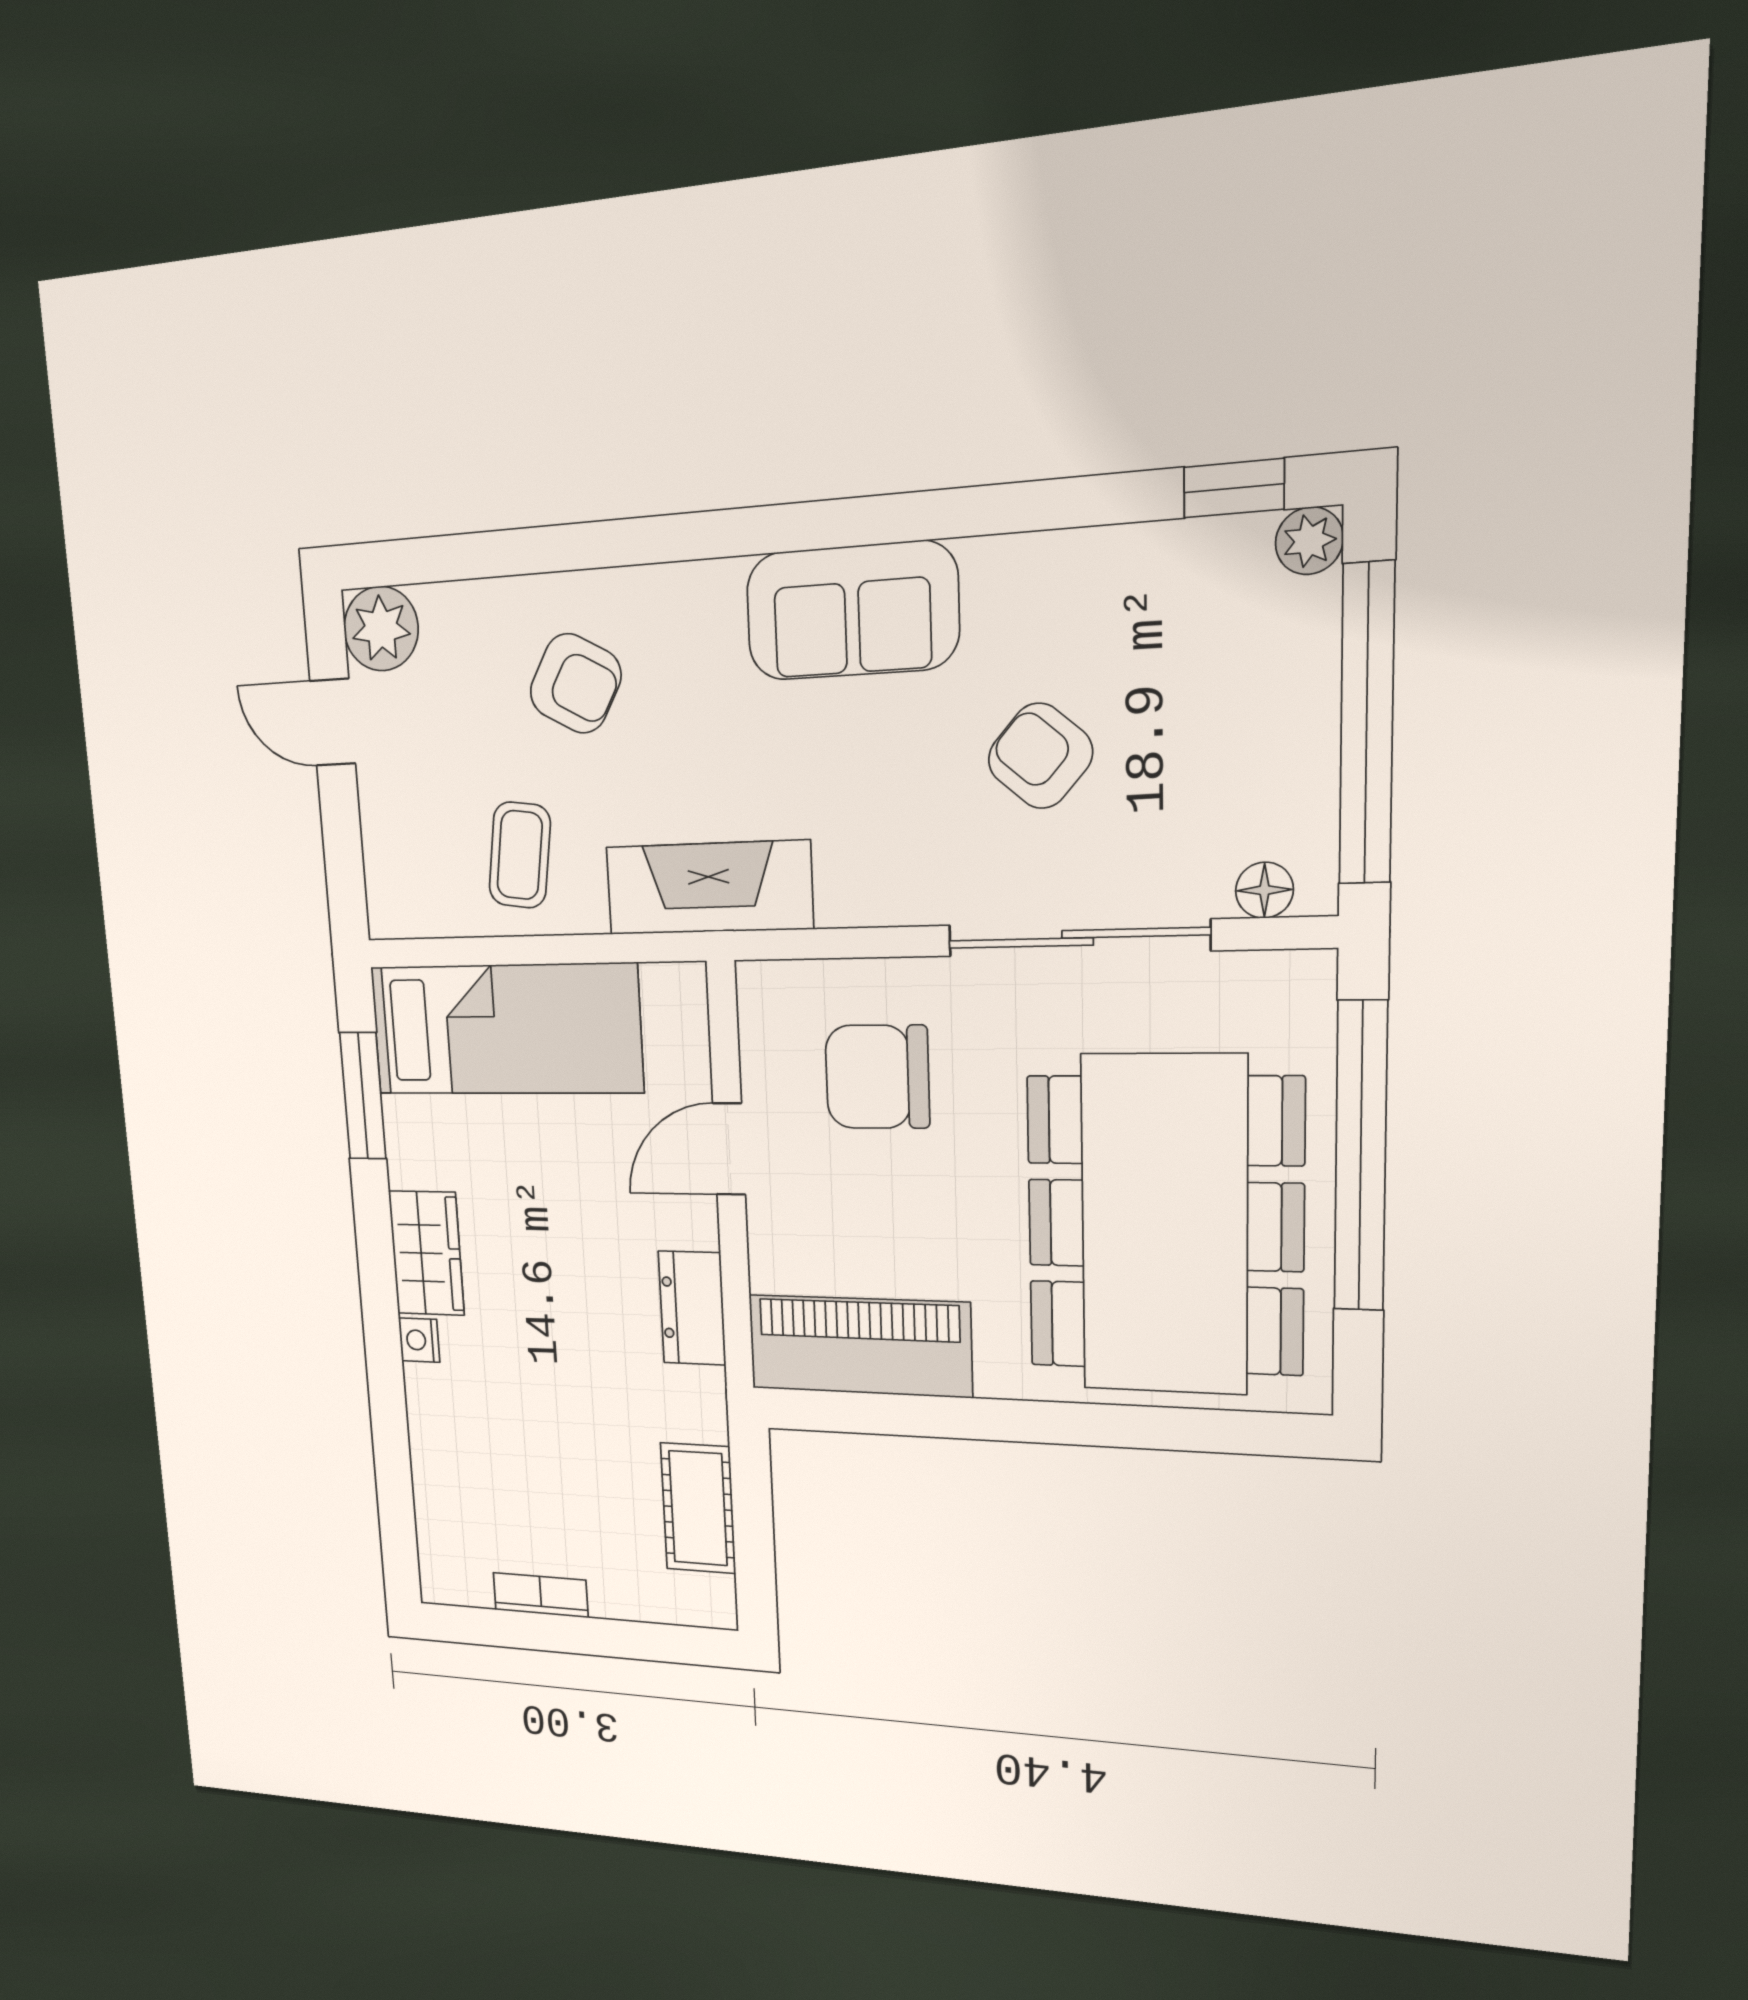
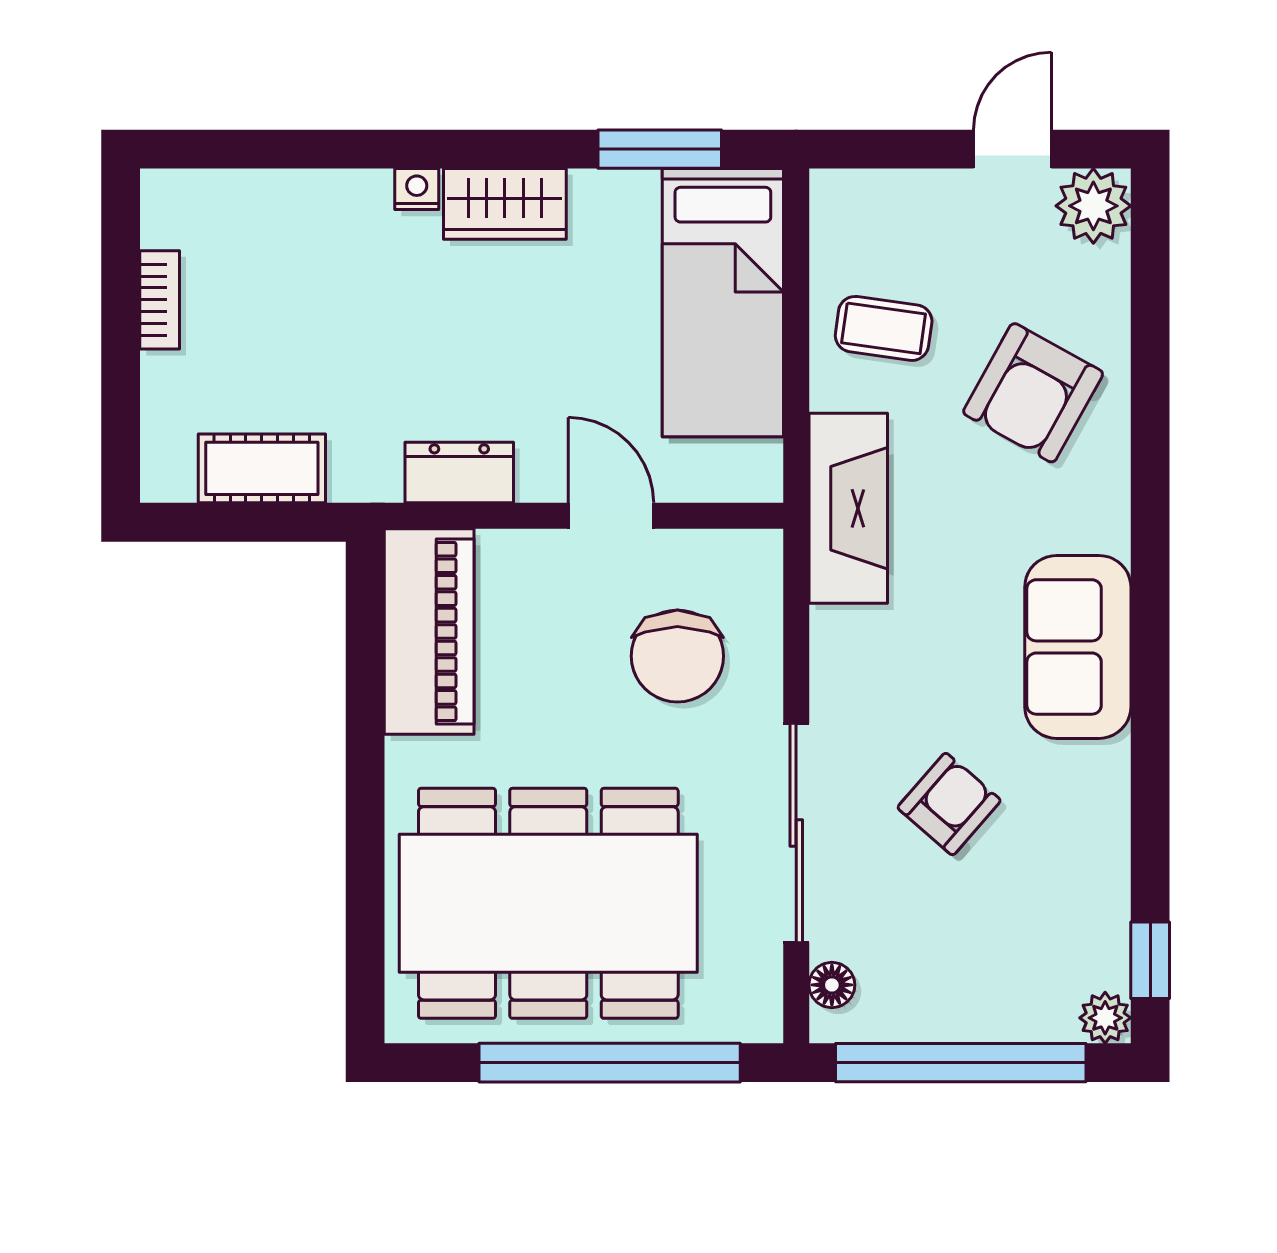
armchair: (576, 683) -> (1033, 393), width x1.38, depth x1.38
chair: (877, 1077) -> (677, 656), turned 180

